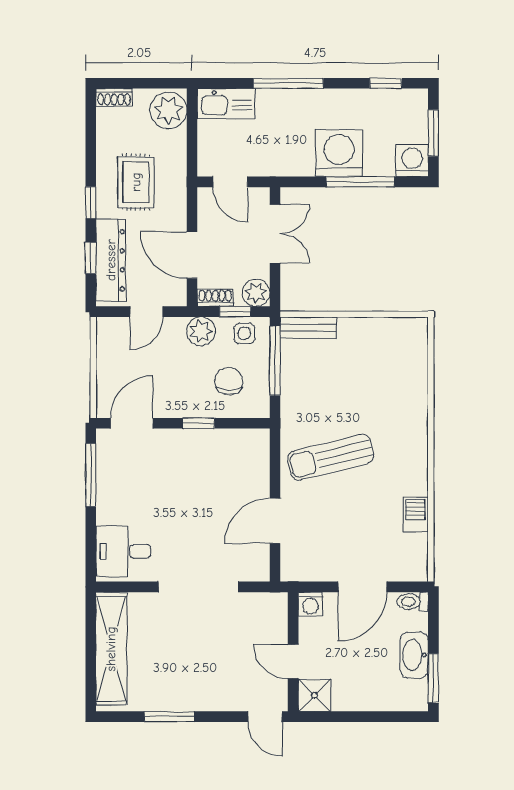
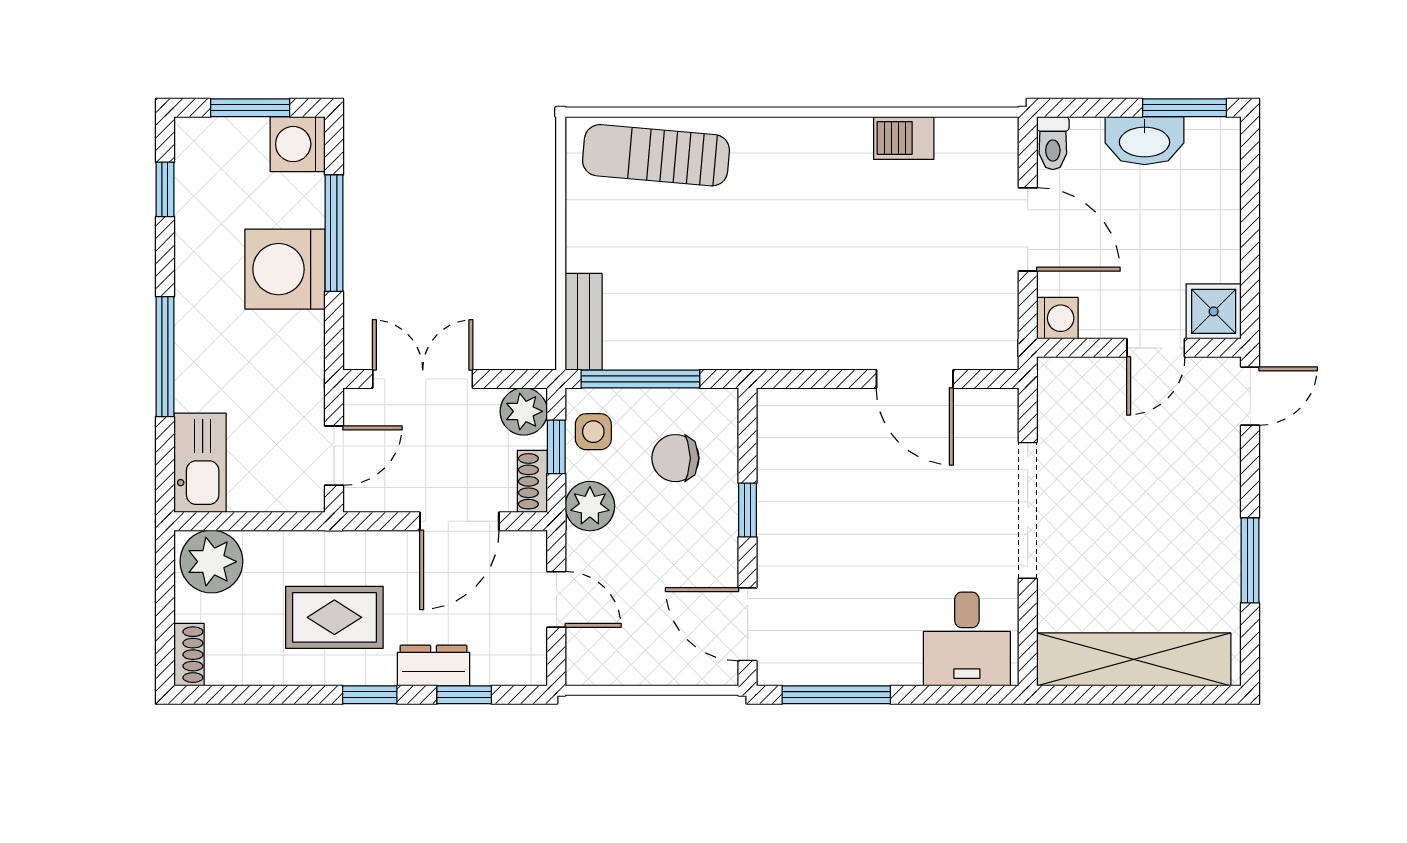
dresser: (111, 260) -> (433, 665), width x0.51, depth x0.80
sun lounger: (331, 457) -> (656, 155), moved, turned 109

